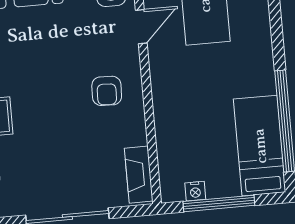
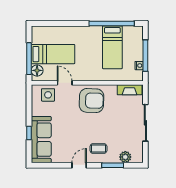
armchair: (107, 91) -> (91, 101), width x1.88, depth x1.88
bed: (260, 146) -> (112, 47), moved, turned -90

